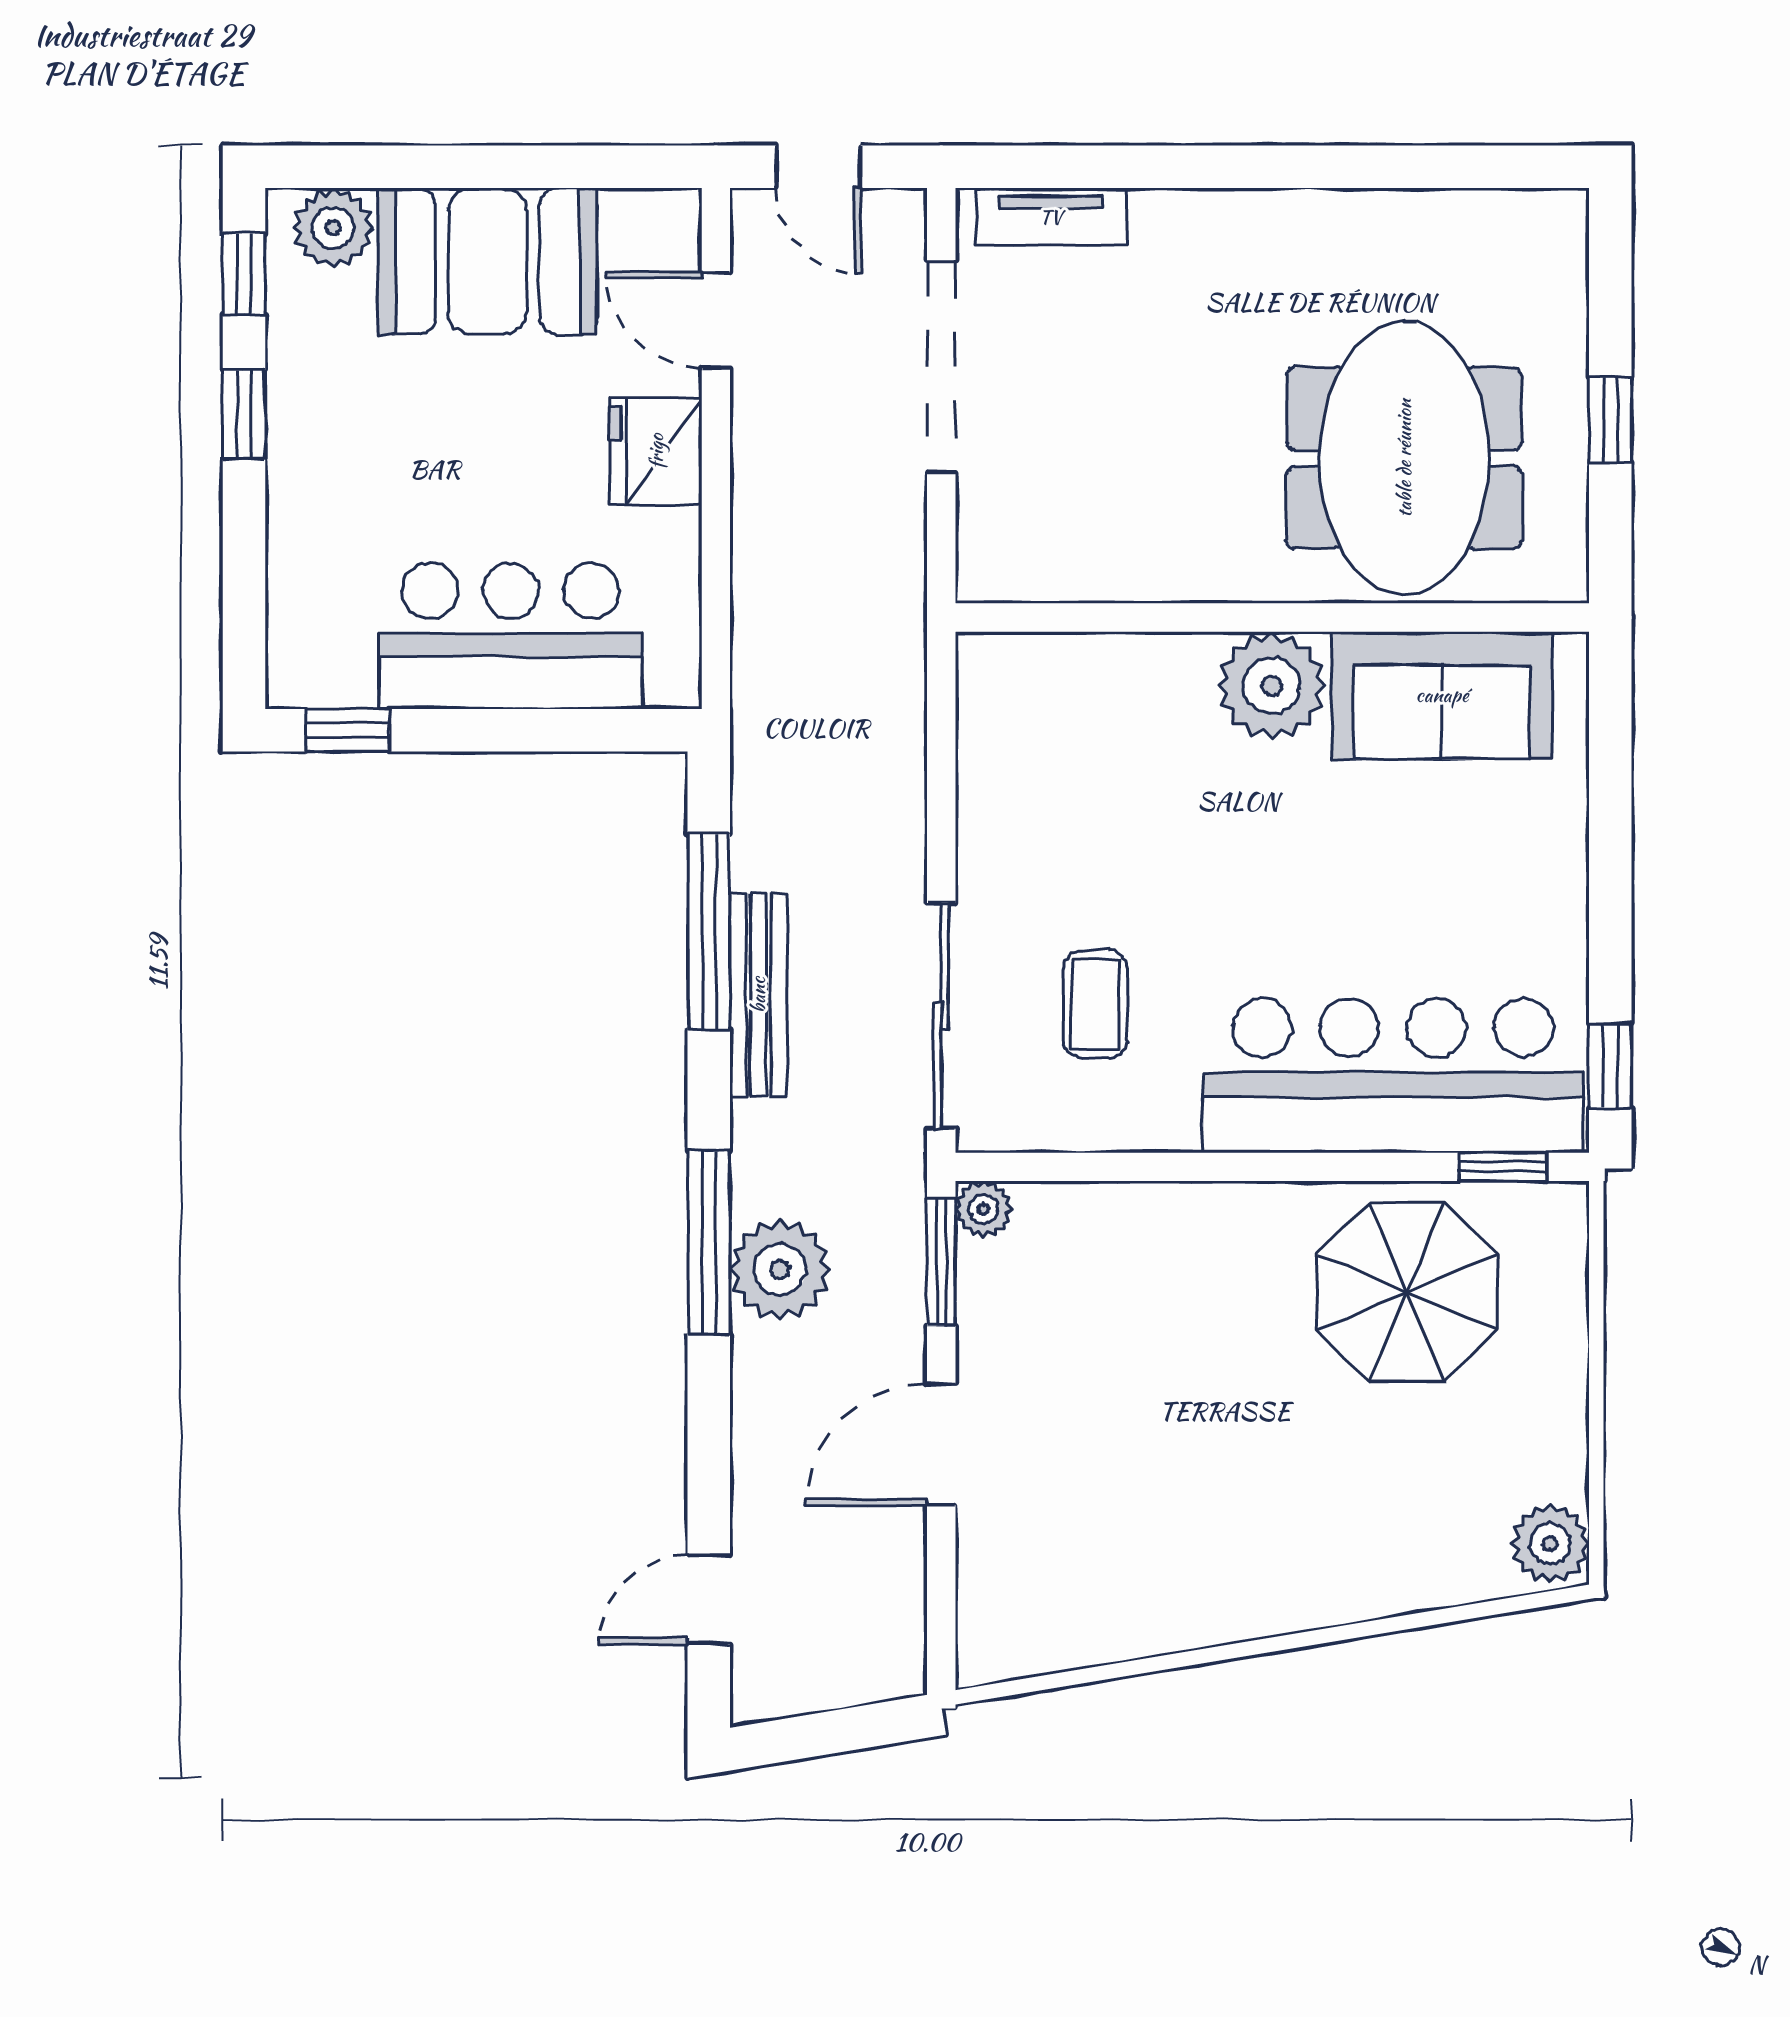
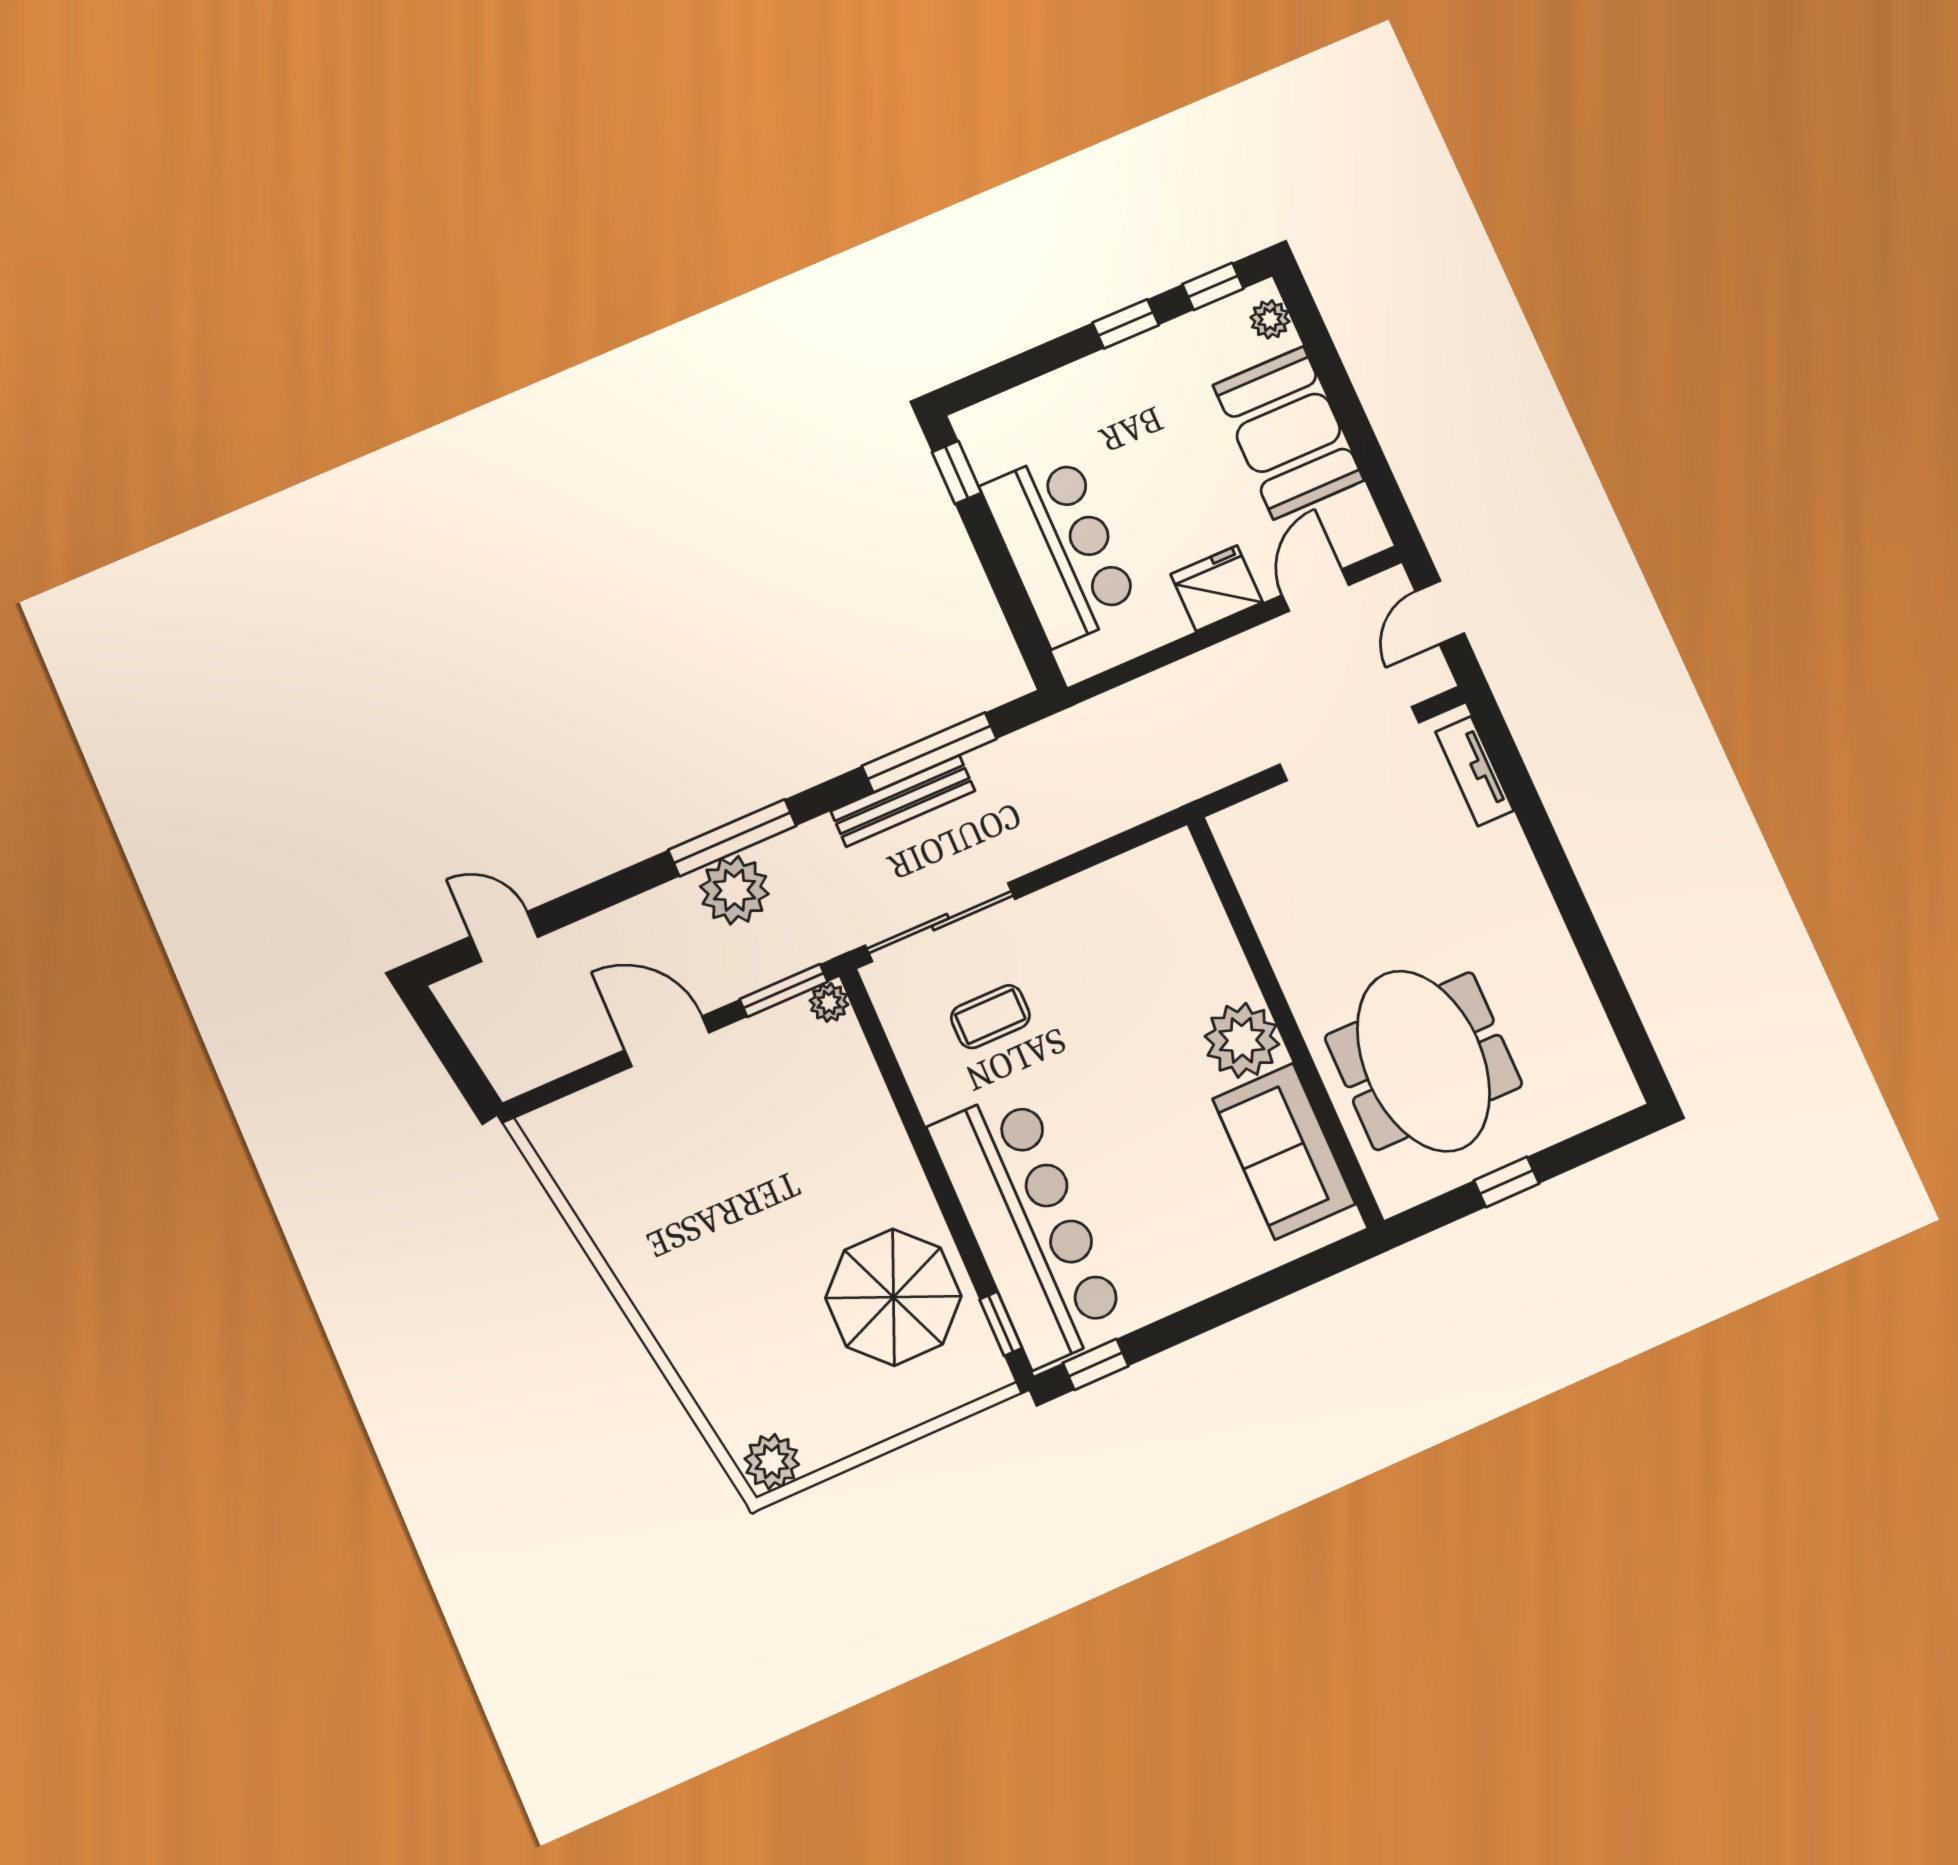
plant: (333, 228) -> (1270, 319), width x0.73, depth x0.73
meeting table: (1404, 458) -> (1423, 1061), turned 90

